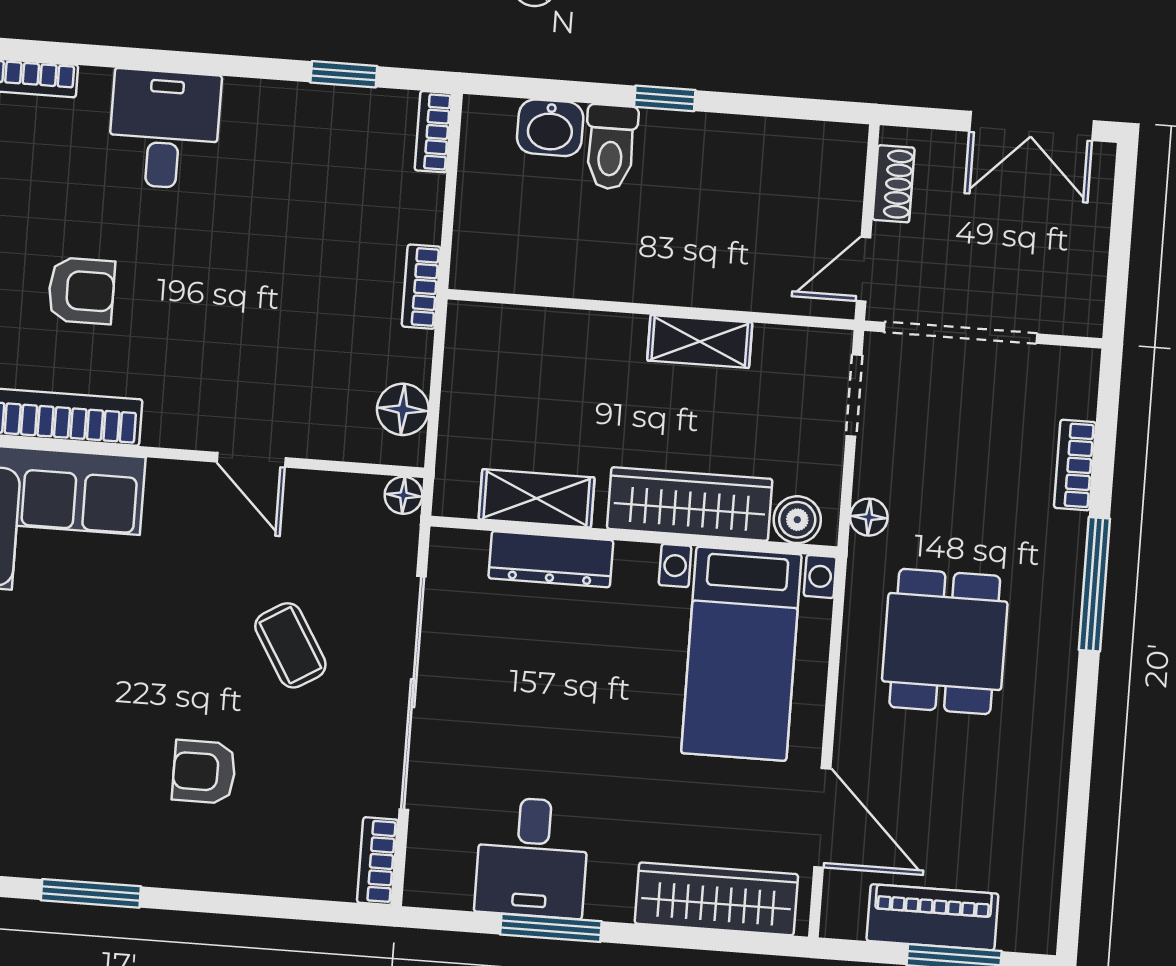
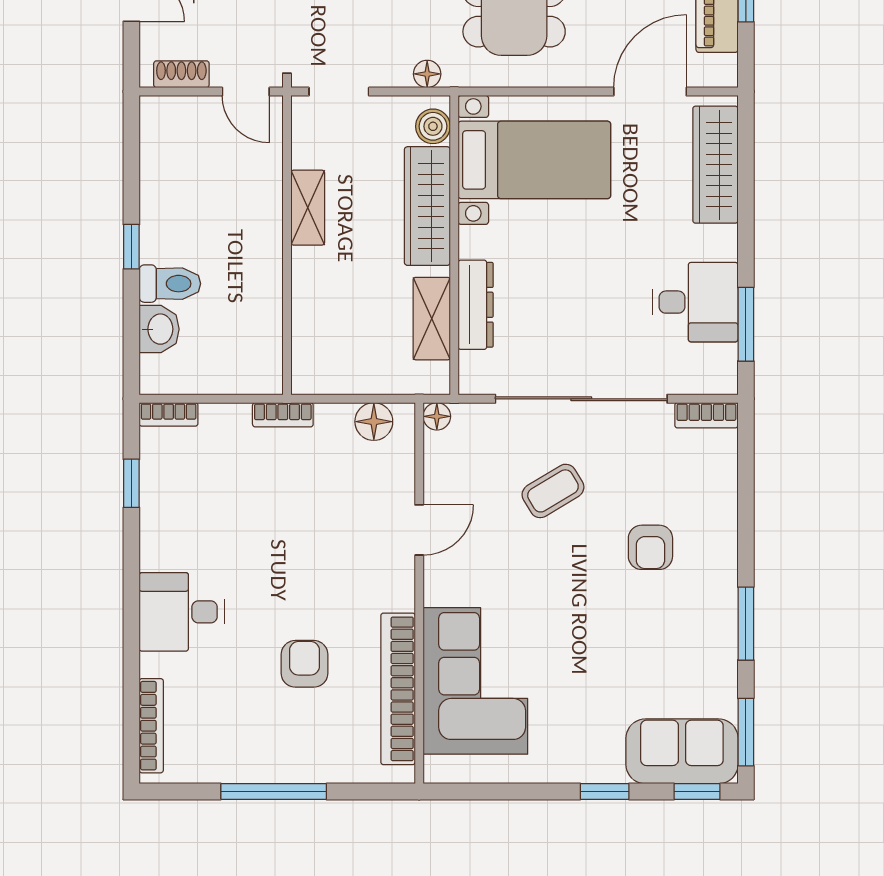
window: (551, 928) -> (746, 324), moved

